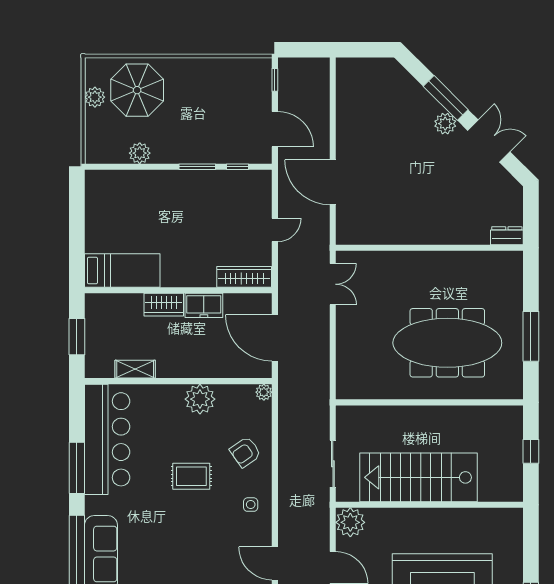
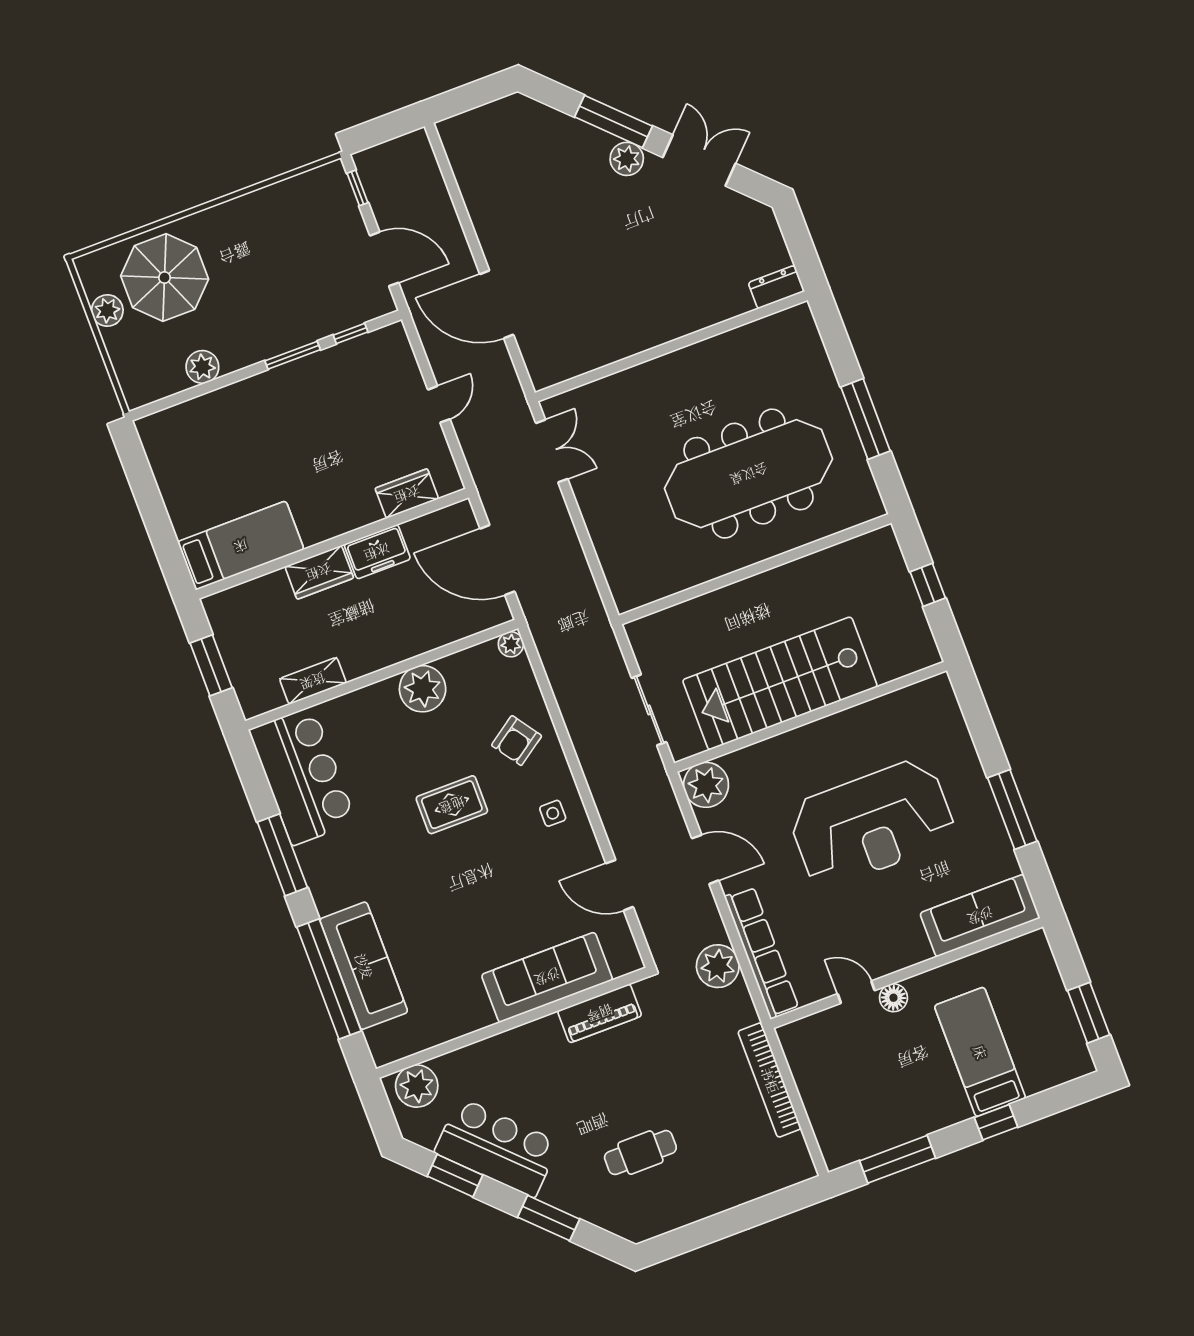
wardrobe: (244, 277) -> (407, 494), width x0.67
bar counter: (107, 439) -> (302, 776), width x0.73

